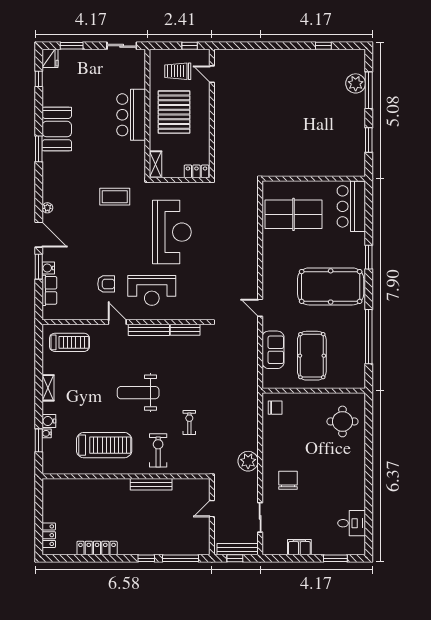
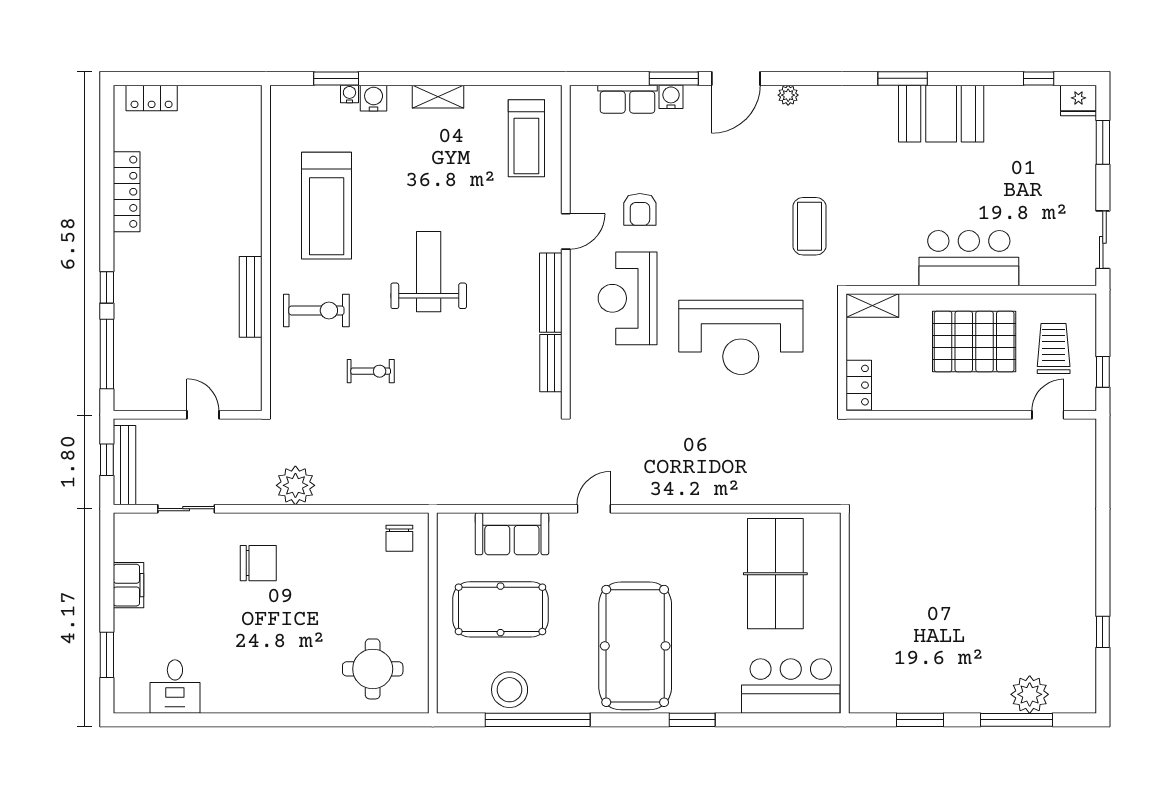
stool: (353, 351) -> (510, 690), added

